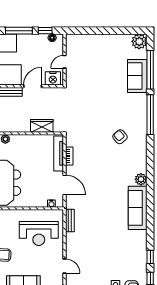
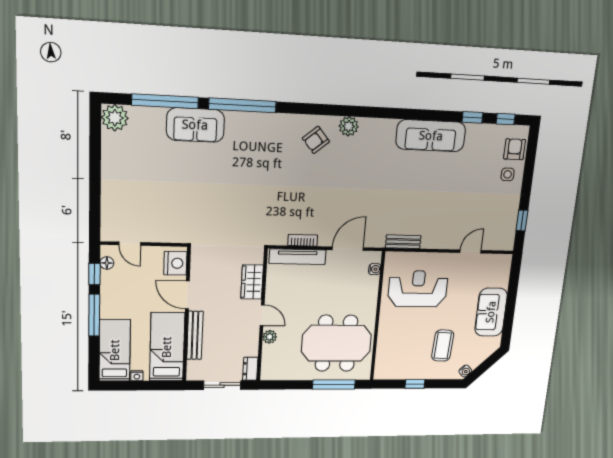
door: (64, 62) -> (130, 244), moved
sofa: (137, 76) -> (195, 125), moved
door: (20, 133) -> (262, 315), added
armchair: (120, 137) -> (316, 140), moved
sofa: (138, 208) -> (431, 136), moved
reception desk: (39, 233) -> (418, 289), turned -90

